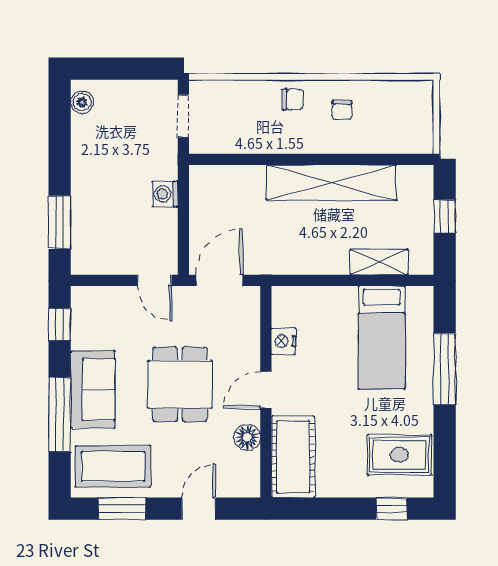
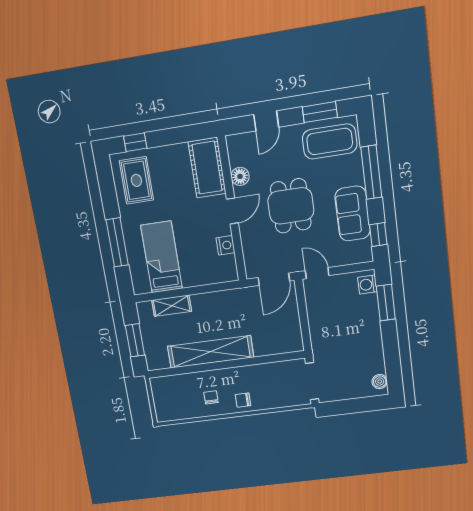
doorway: (183, 116) -> (312, 381), width x1.38
washing machine: (165, 194) -> (367, 285), moved, turned 180
window: (445, 216) -> (135, 340), width x1.50
sofa: (93, 389) -> (353, 214), moved
rug: (399, 455) -> (136, 180), turned 90

